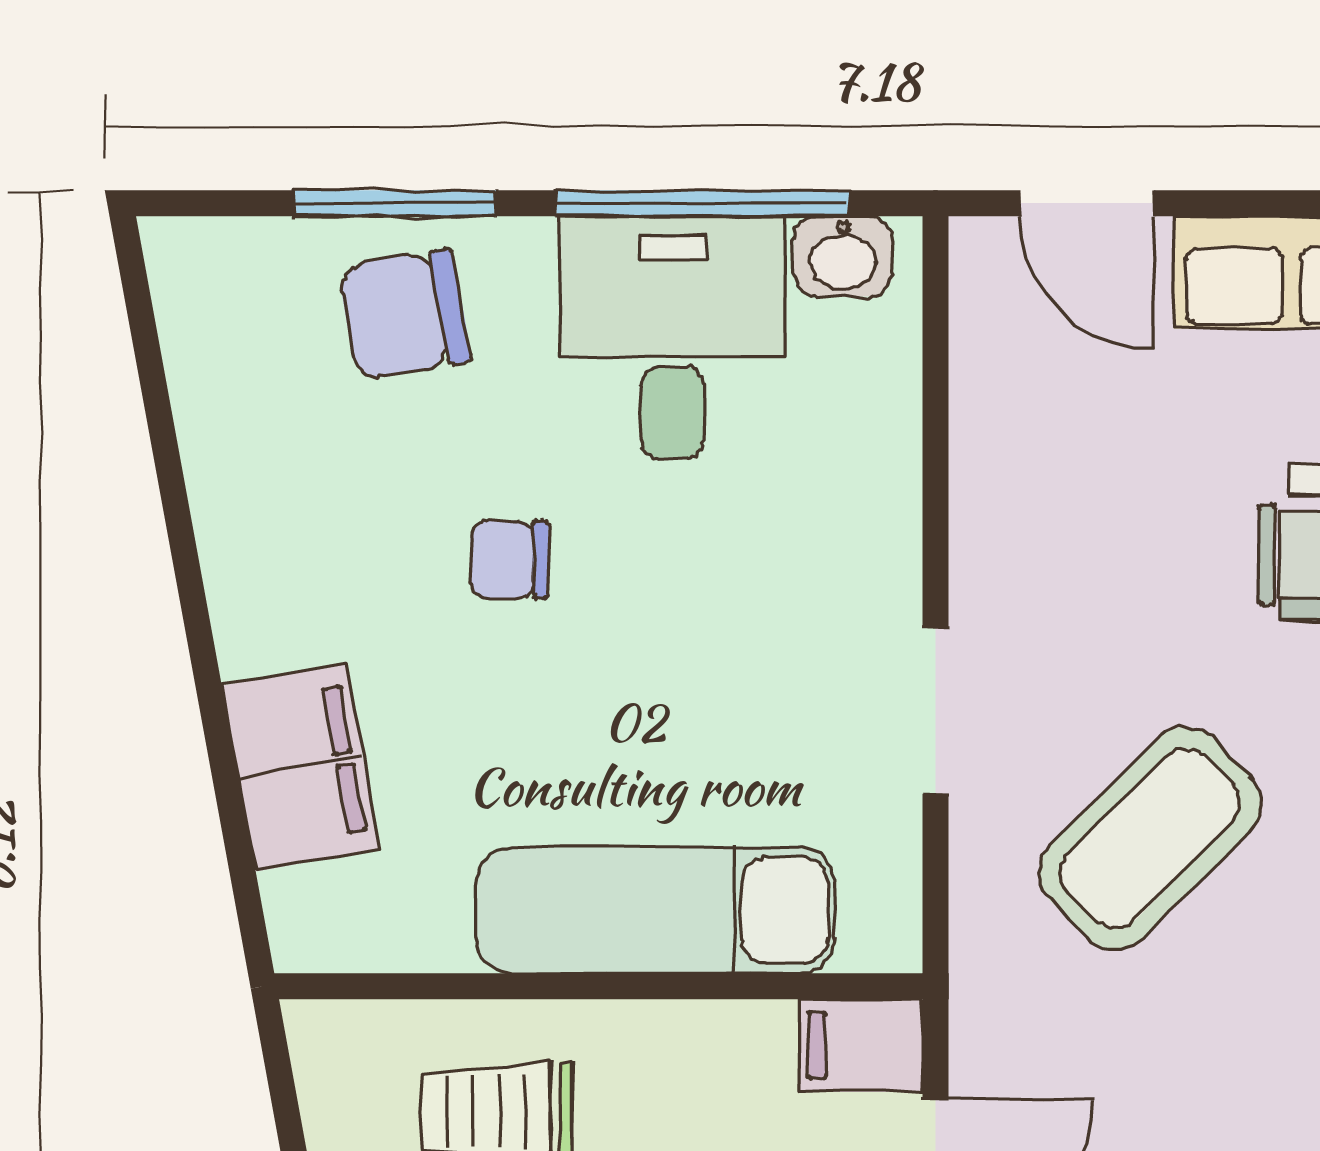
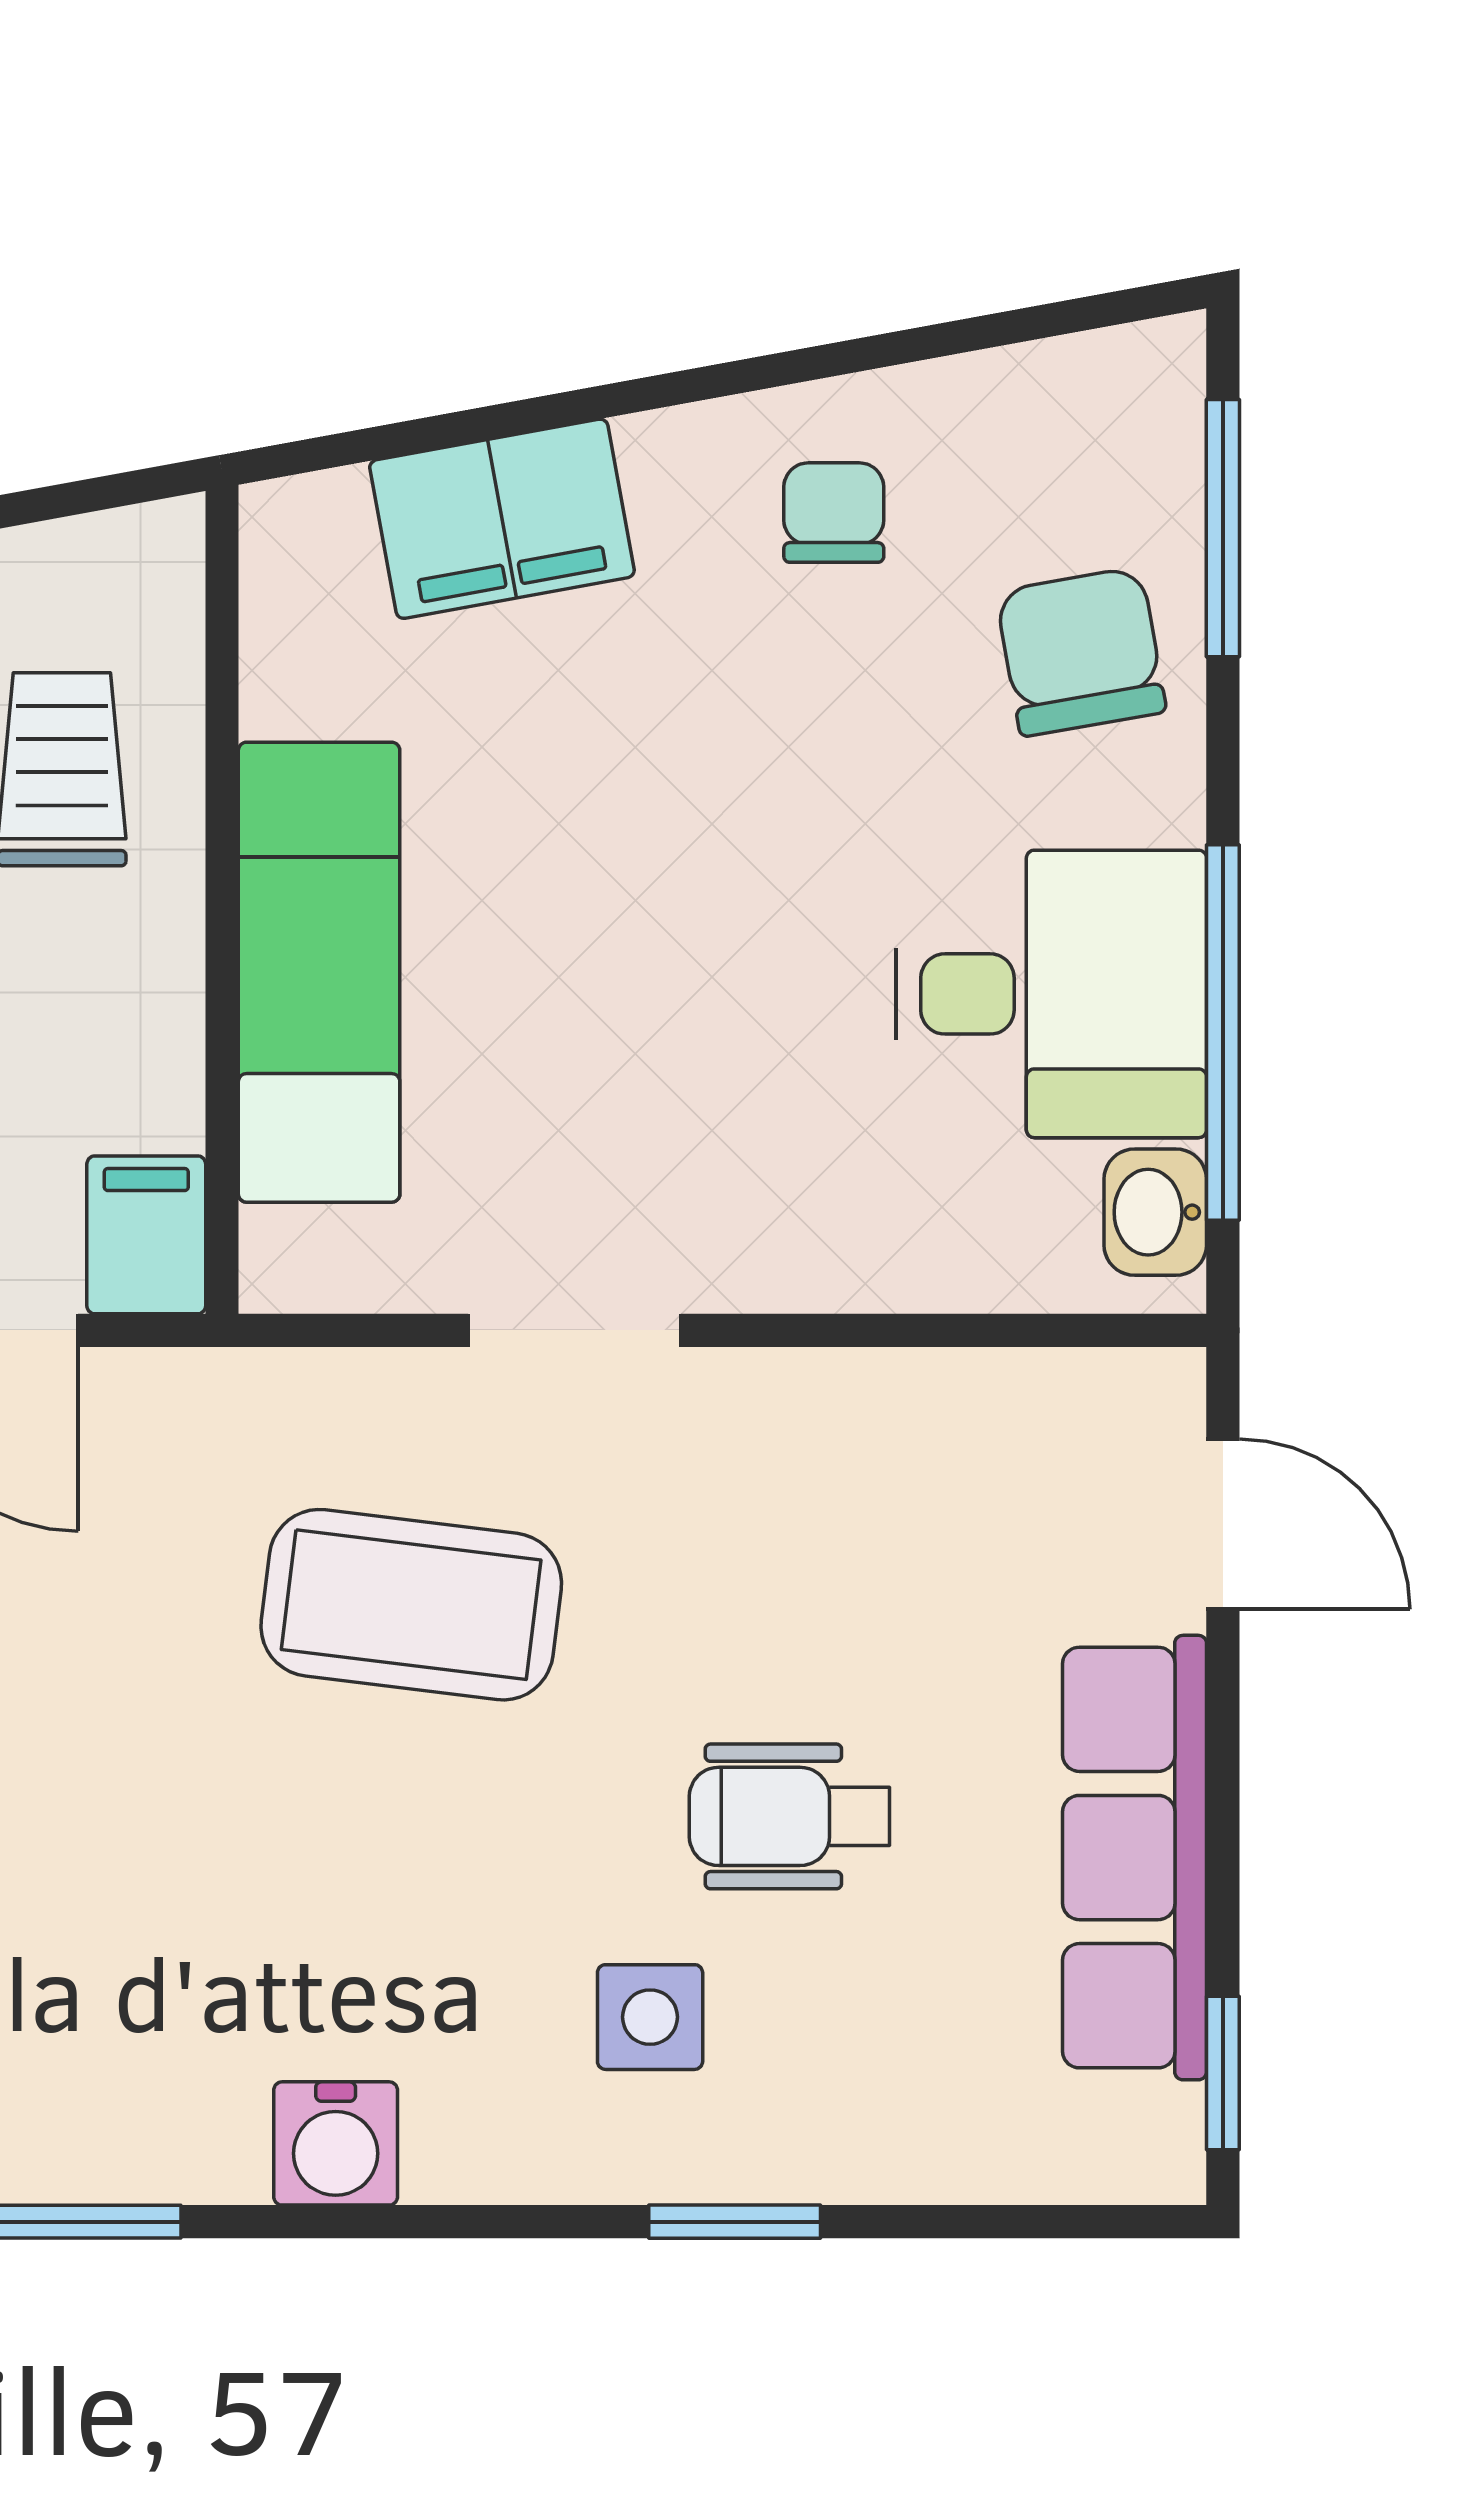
window: (395, 203) -> (1223, 528), moved
door: (1087, 203) -> (1223, 1524), swing flipped
chair: (510, 560) -> (834, 513), moved
coffee table: (1150, 838) -> (411, 1605), turned -38

